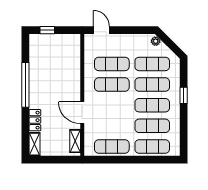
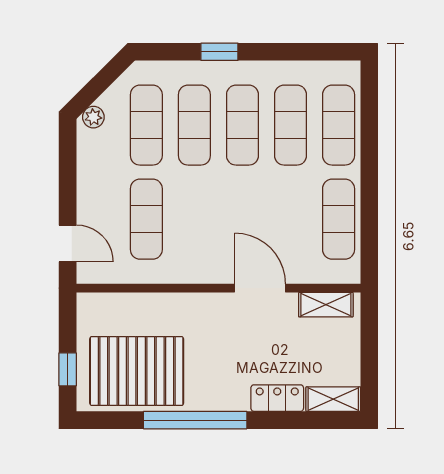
door: (101, 30) -> (68, 243), swing flipped
pallet: (47, 60) -> (137, 371), added
exercise mat: (112, 85) -> (194, 219), removed
door: (82, 113) -> (260, 288), swing flipped

